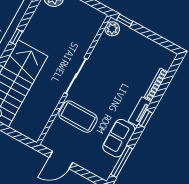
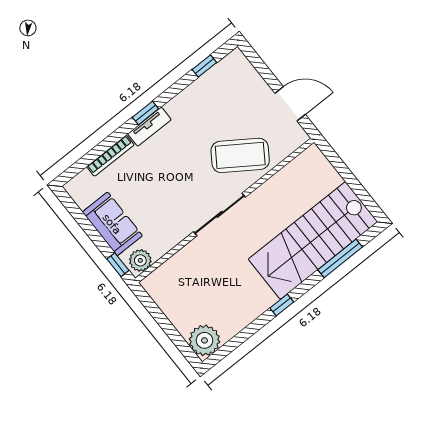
coffee table: (78, 117) -> (240, 155), turned -56
sofa: (119, 138) -> (112, 224), moved, turned -90
window: (122, 162) -> (204, 66), width x0.46

